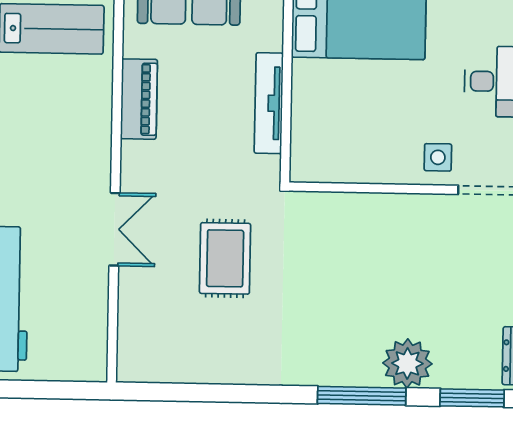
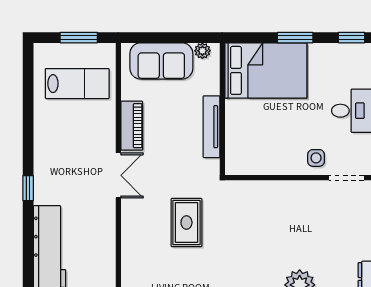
double door: (114, 229) -> (118, 175), moved

